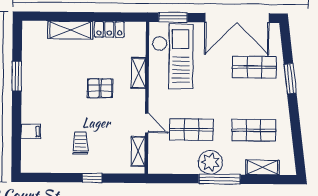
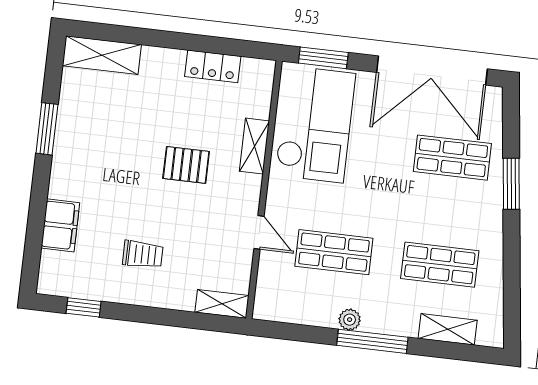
shelving: (70, 30) -> (102, 55), moved
filing cabinet: (31, 131) -> (60, 225), width x2.00
trolley: (80, 143) -> (143, 254), turned 90
shelving: (138, 151) -> (222, 304), moved, turned 90
plant: (210, 162) -> (350, 320), width x0.53, depth x0.53
window: (92, 178) -> (84, 307), moved

